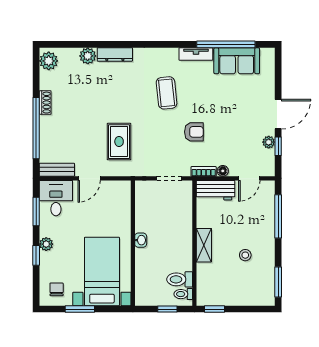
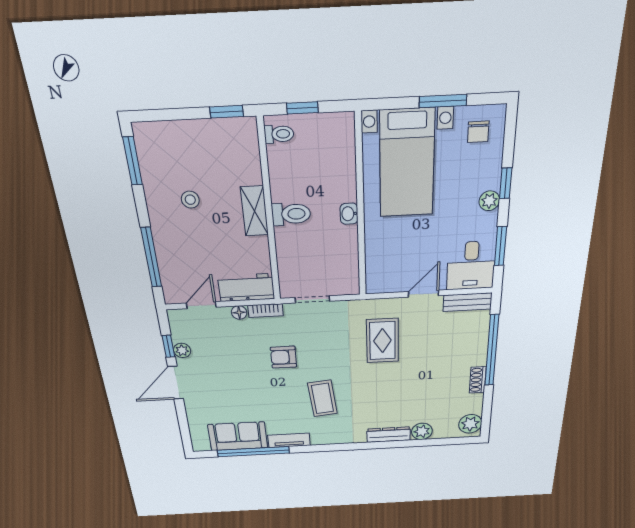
toilet: (180, 279) -> (291, 214), moved

